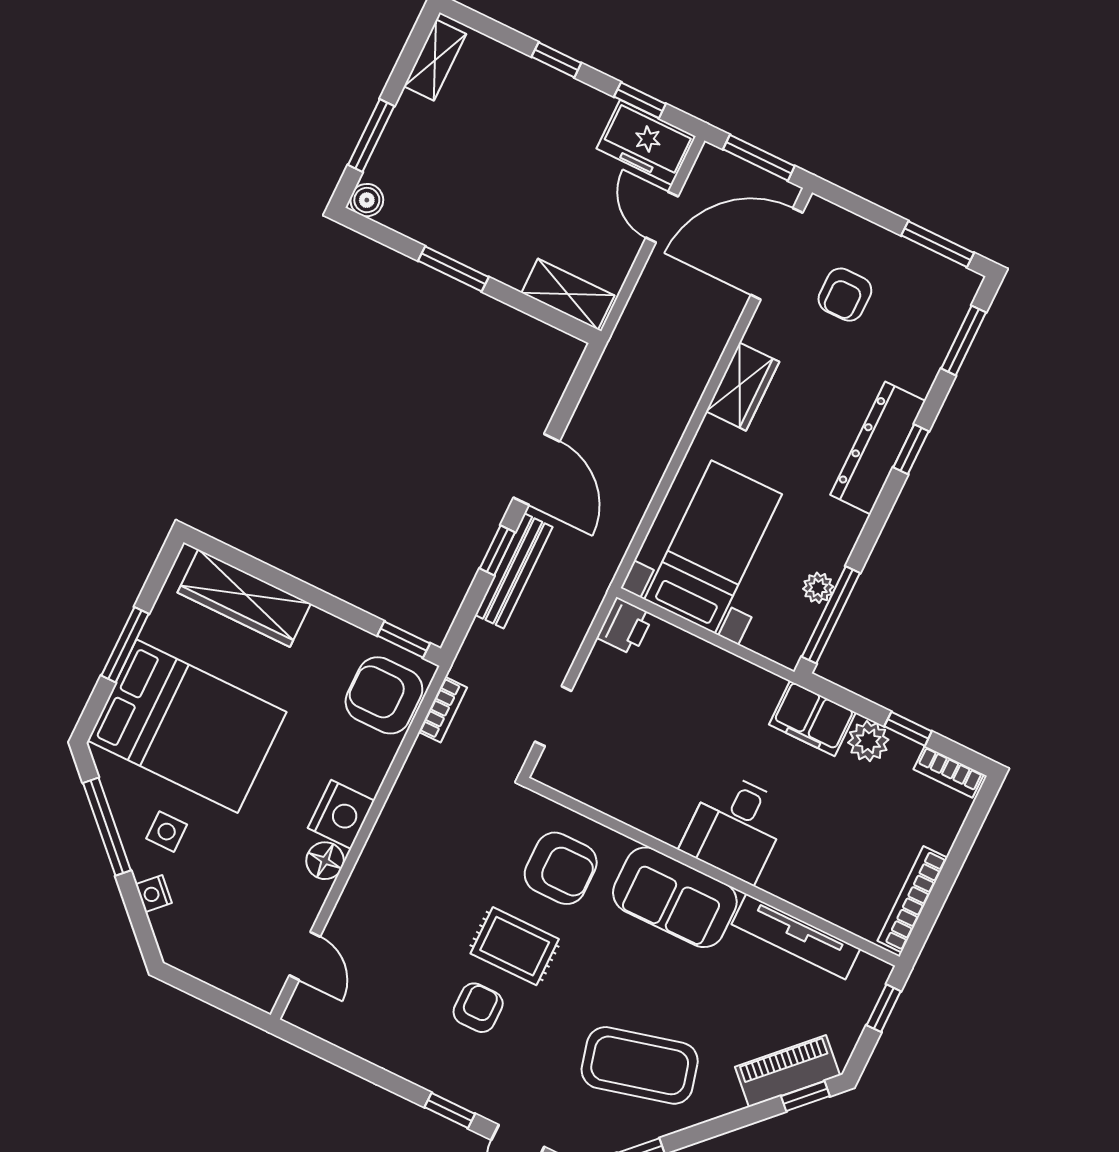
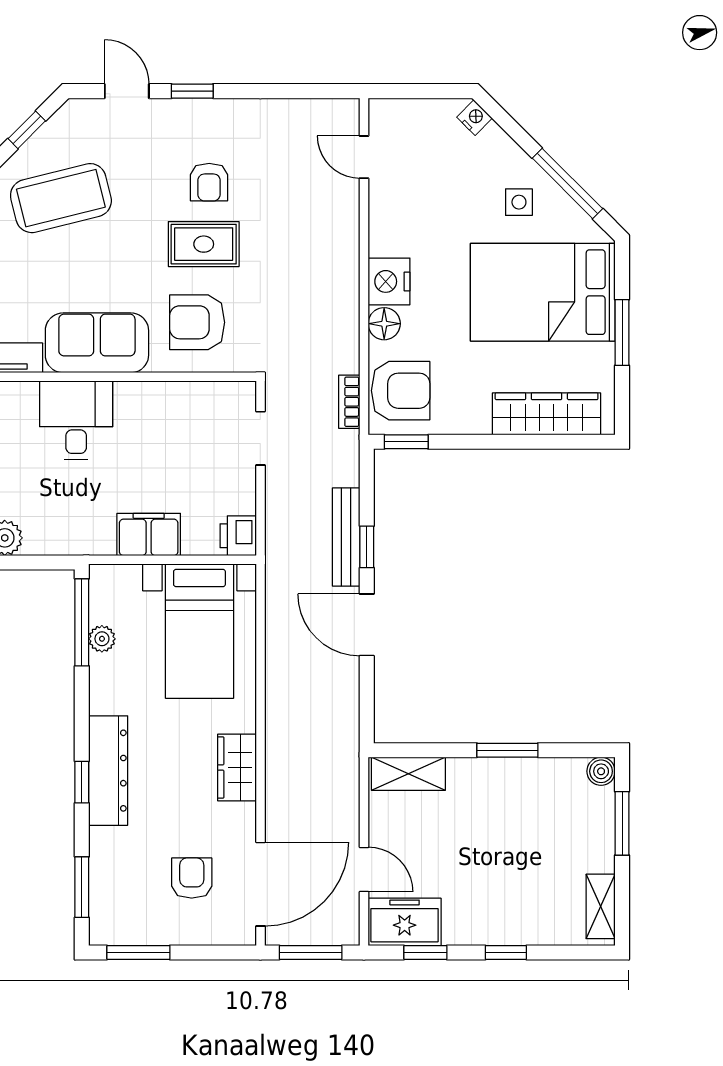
filing cabinet: (812, 719) -> (149, 534), moved
floor lamp: (325, 861) -> (384, 324), moved
nightstand: (154, 894) -> (474, 118), moved

